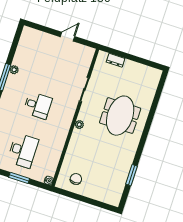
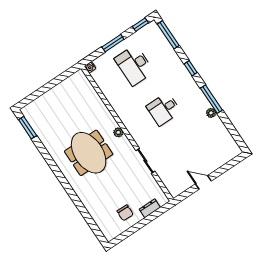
door: (68, 37) -> (203, 182), swing flipped
meeting table: (120, 116) -> (89, 153), moved
window: (132, 175) -> (28, 128), moved
chair: (76, 179) -> (125, 213), moved

